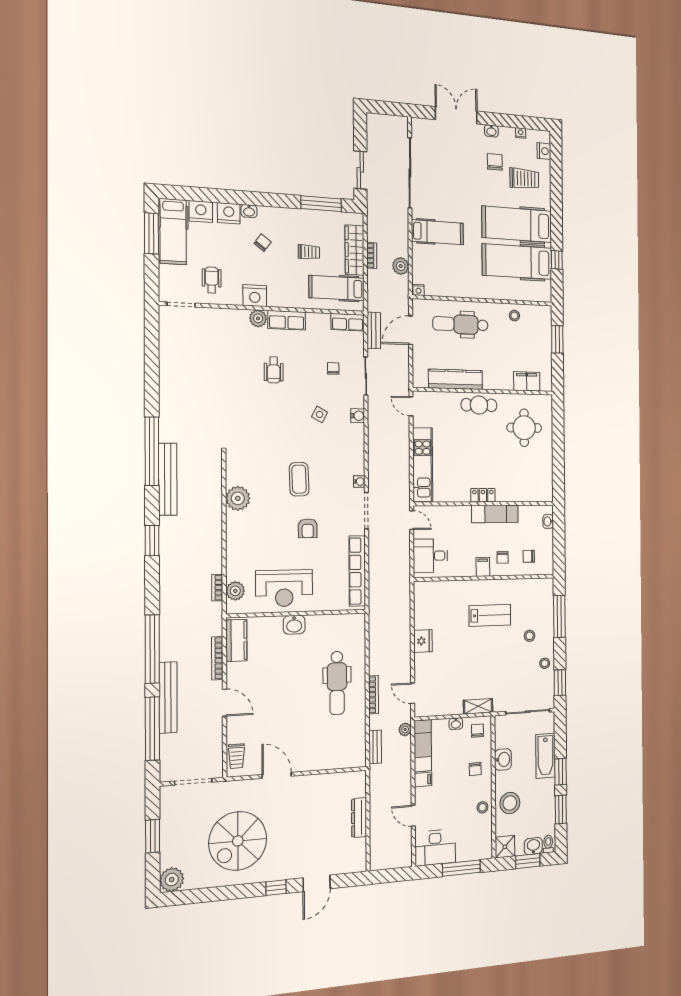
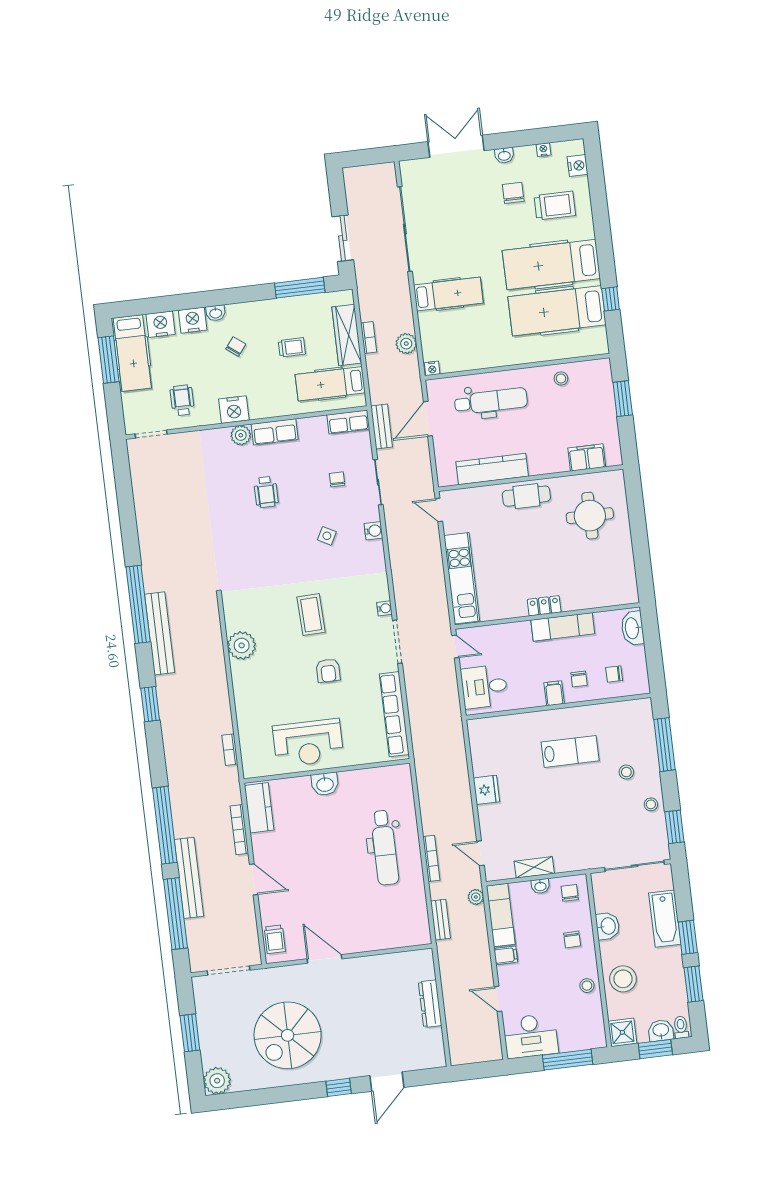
dental chair: (460, 324) -> (491, 401), turned 180
washbasin: (548, 521) -> (633, 628), width x1.91, depth x1.45
plant: (235, 591) -> (251, 751), removed
shelving: (478, 706) -> (534, 867), moved

